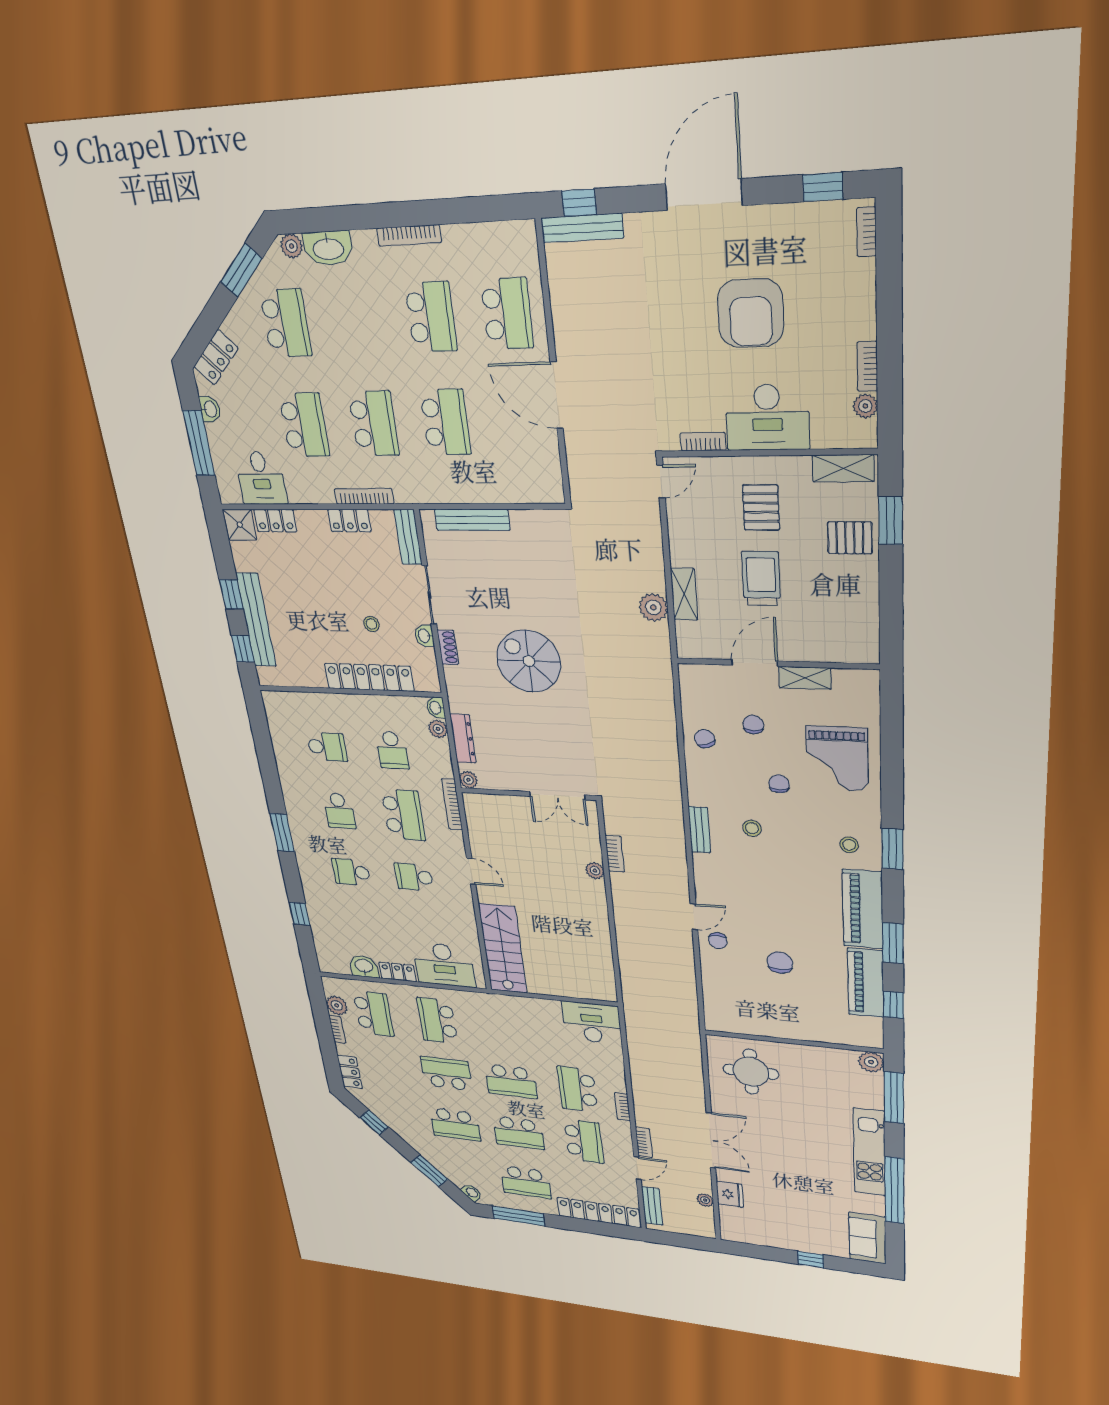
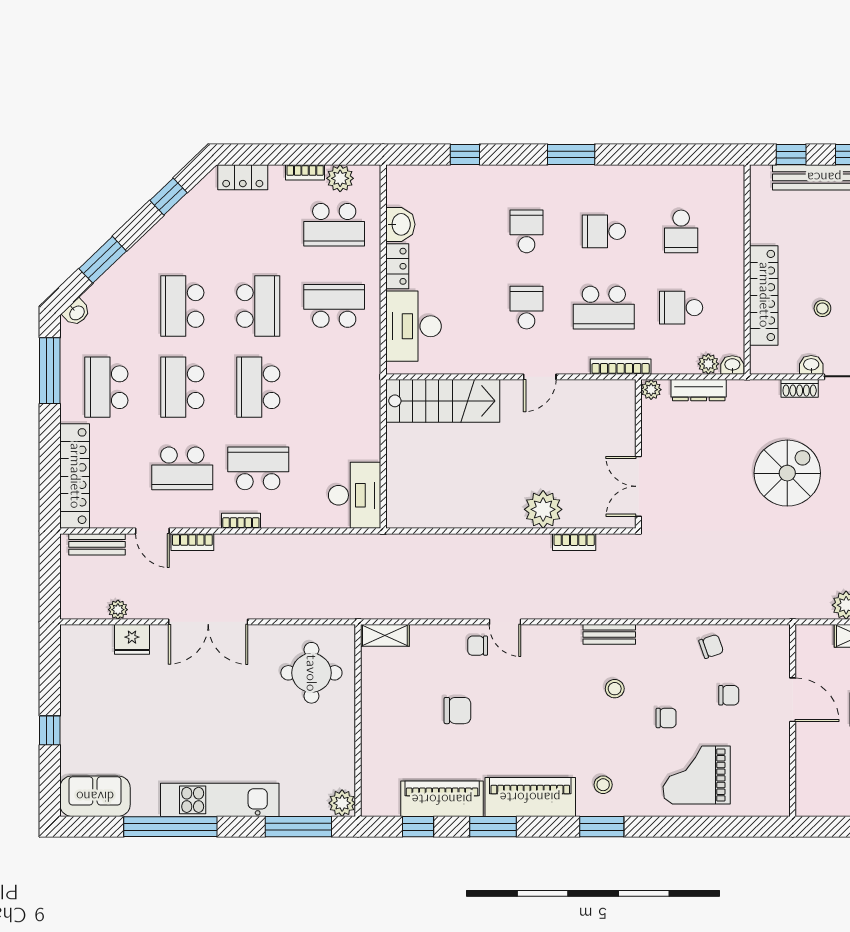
shelving: (805, 678) -> (385, 635), moved, turned 90
plant: (595, 871) -> (543, 509), width x1.88, depth x1.88

